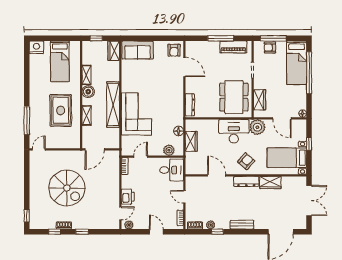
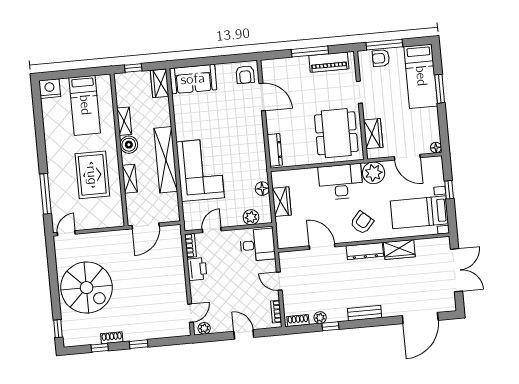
window: (309, 73) -> (440, 89), width x0.47
spiral stairs: (67, 188) -> (87, 288), moved
printer: (128, 197) -> (197, 269), moved

